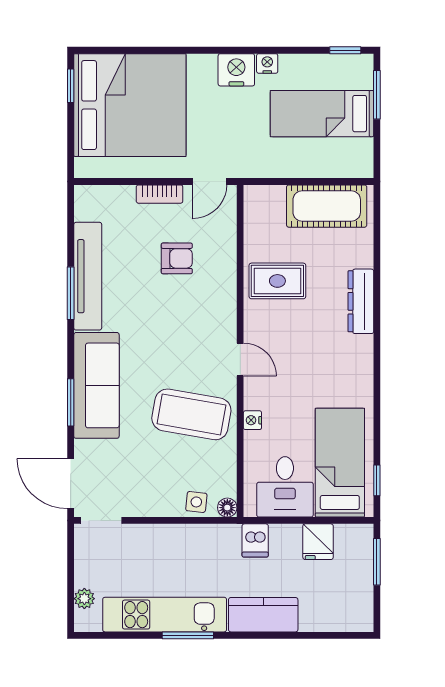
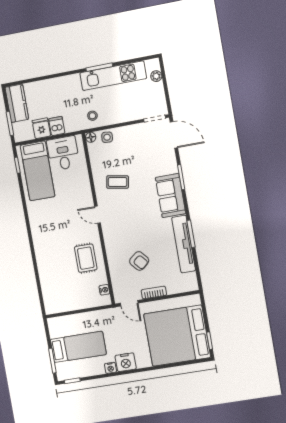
door: (210, 181) -> (129, 303), swing flipped
cot: (327, 206) -> (68, 300), removed
armchair: (177, 258) -> (139, 261), turned -130
rug: (277, 281) -> (86, 258), turned 90
dresser: (361, 301) -> (42, 255), removed
sofa: (96, 385) -> (171, 196), width x0.73
coffee table: (191, 414) -> (118, 182), width x0.54, depth x0.58
nightstand: (252, 420) -> (104, 290), moved
dishwasher: (255, 540) -> (57, 126), moved
stool: (217, 547) -> (92, 116), added
kitchen counter: (263, 615) -> (17, 103), moved, turned -90

